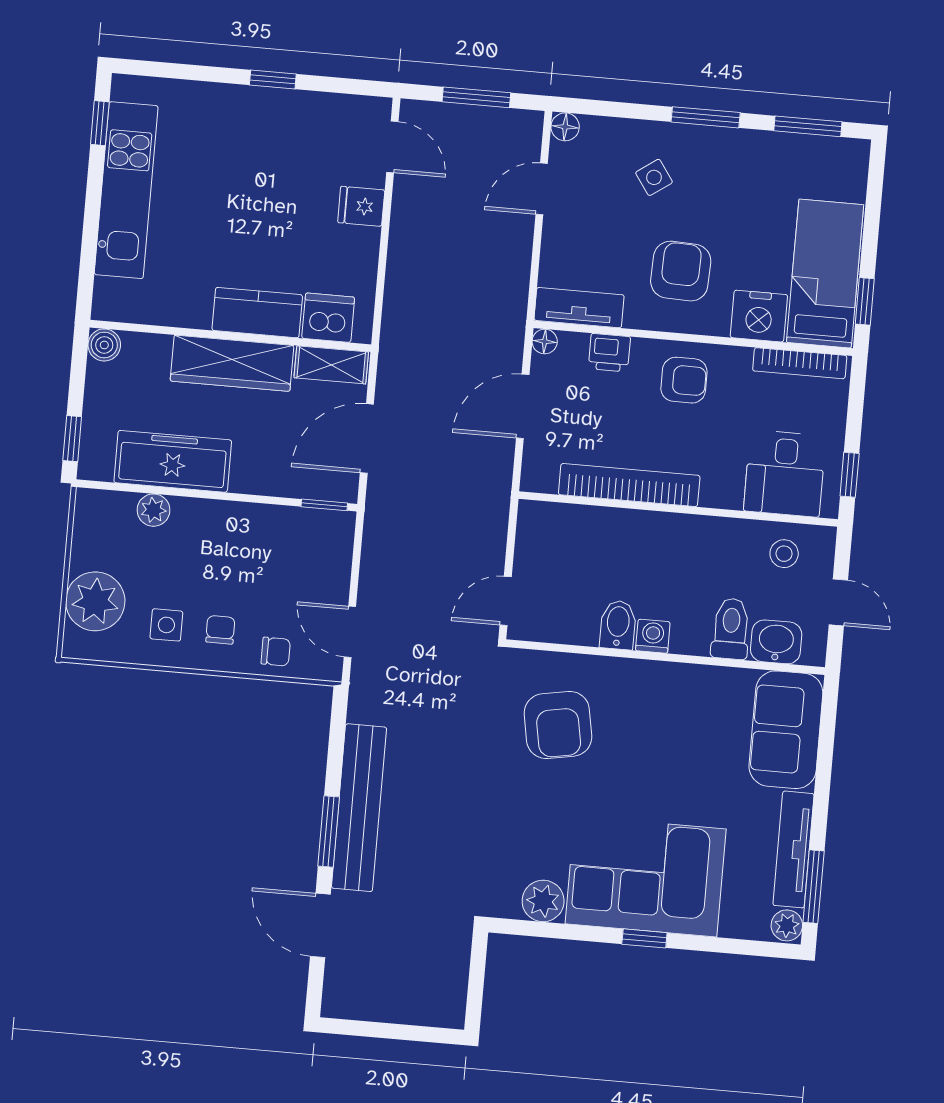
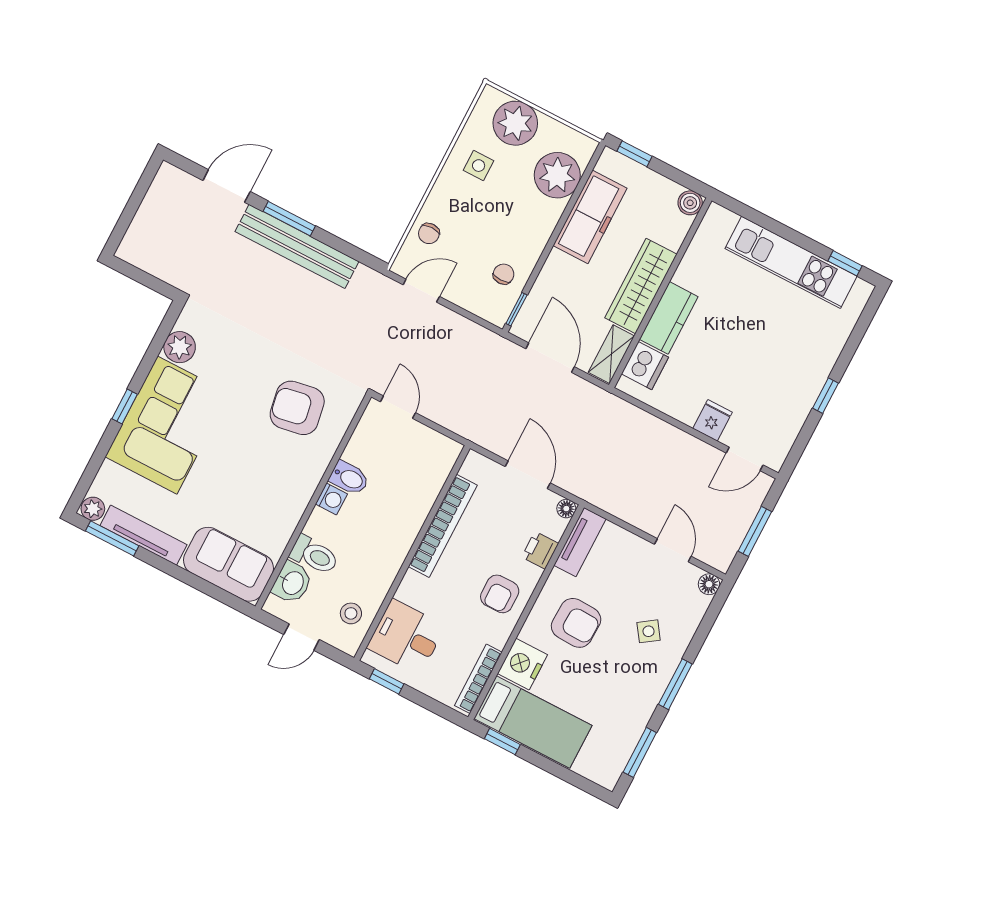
plant: (154, 510) -> (557, 175), width x1.88, depth x1.88
chair: (220, 630) -> (504, 274), moved, turned -90

